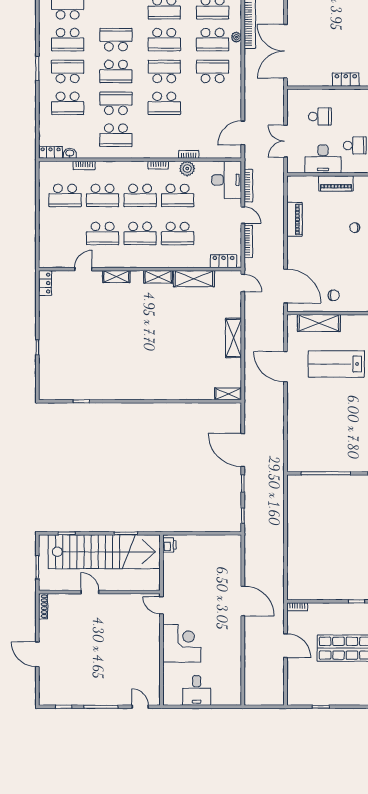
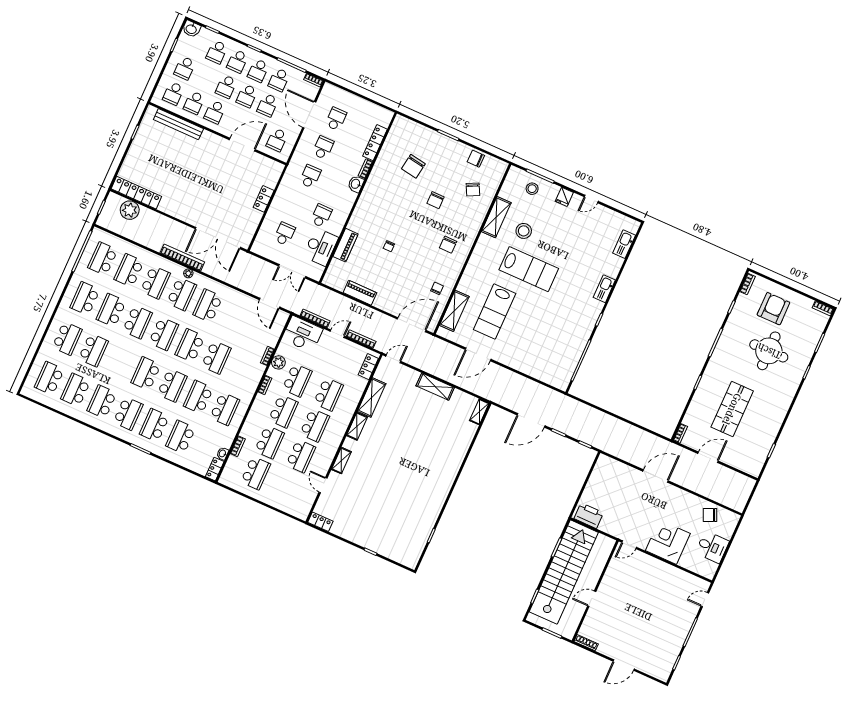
school desk: (68, 103) -> (181, 437), turned 180
printer: (169, 545) -> (589, 516), width x1.87, depth x1.48
chair: (228, 674) -> (710, 515), added

